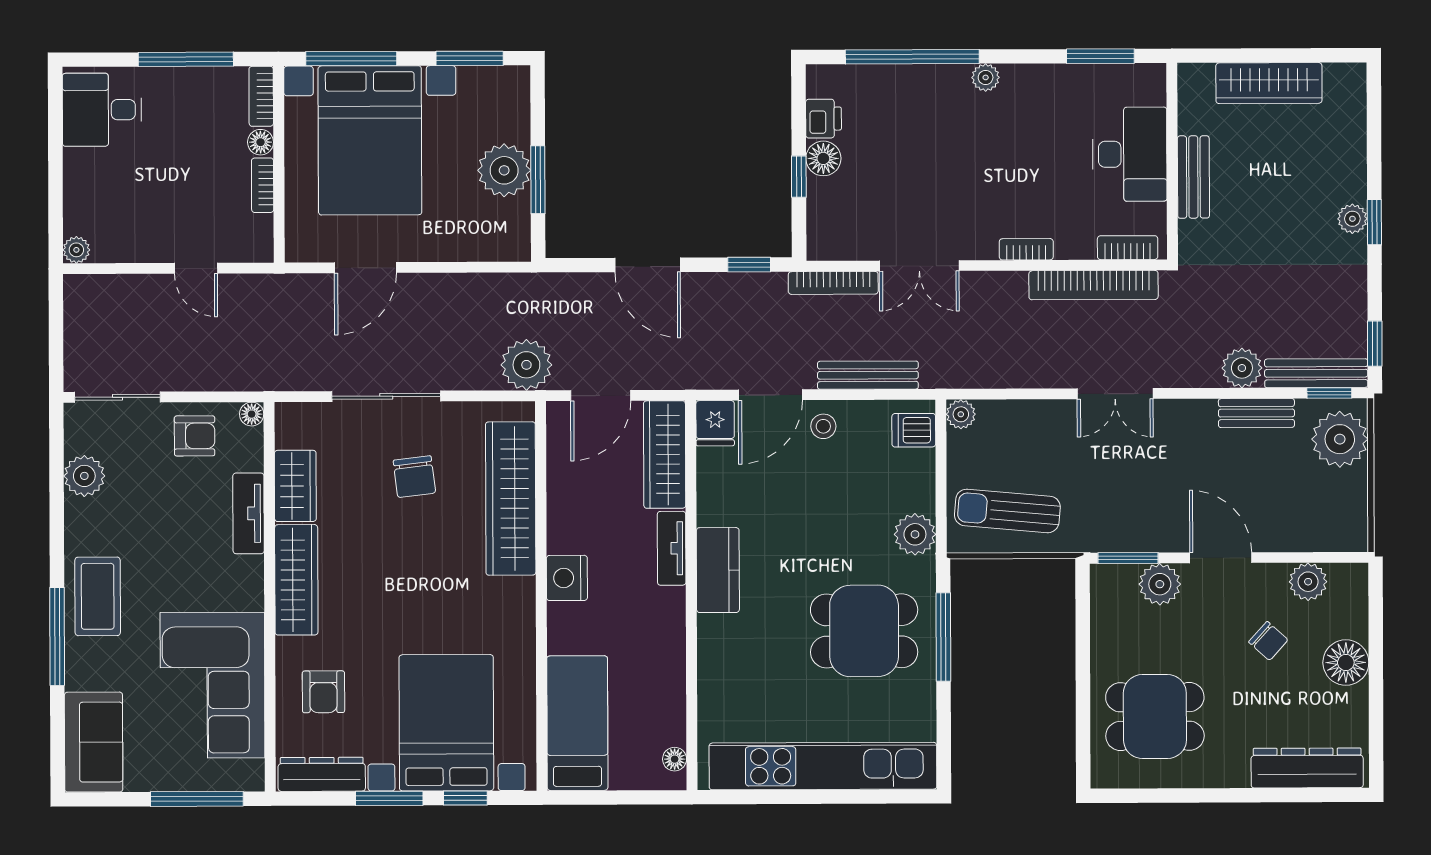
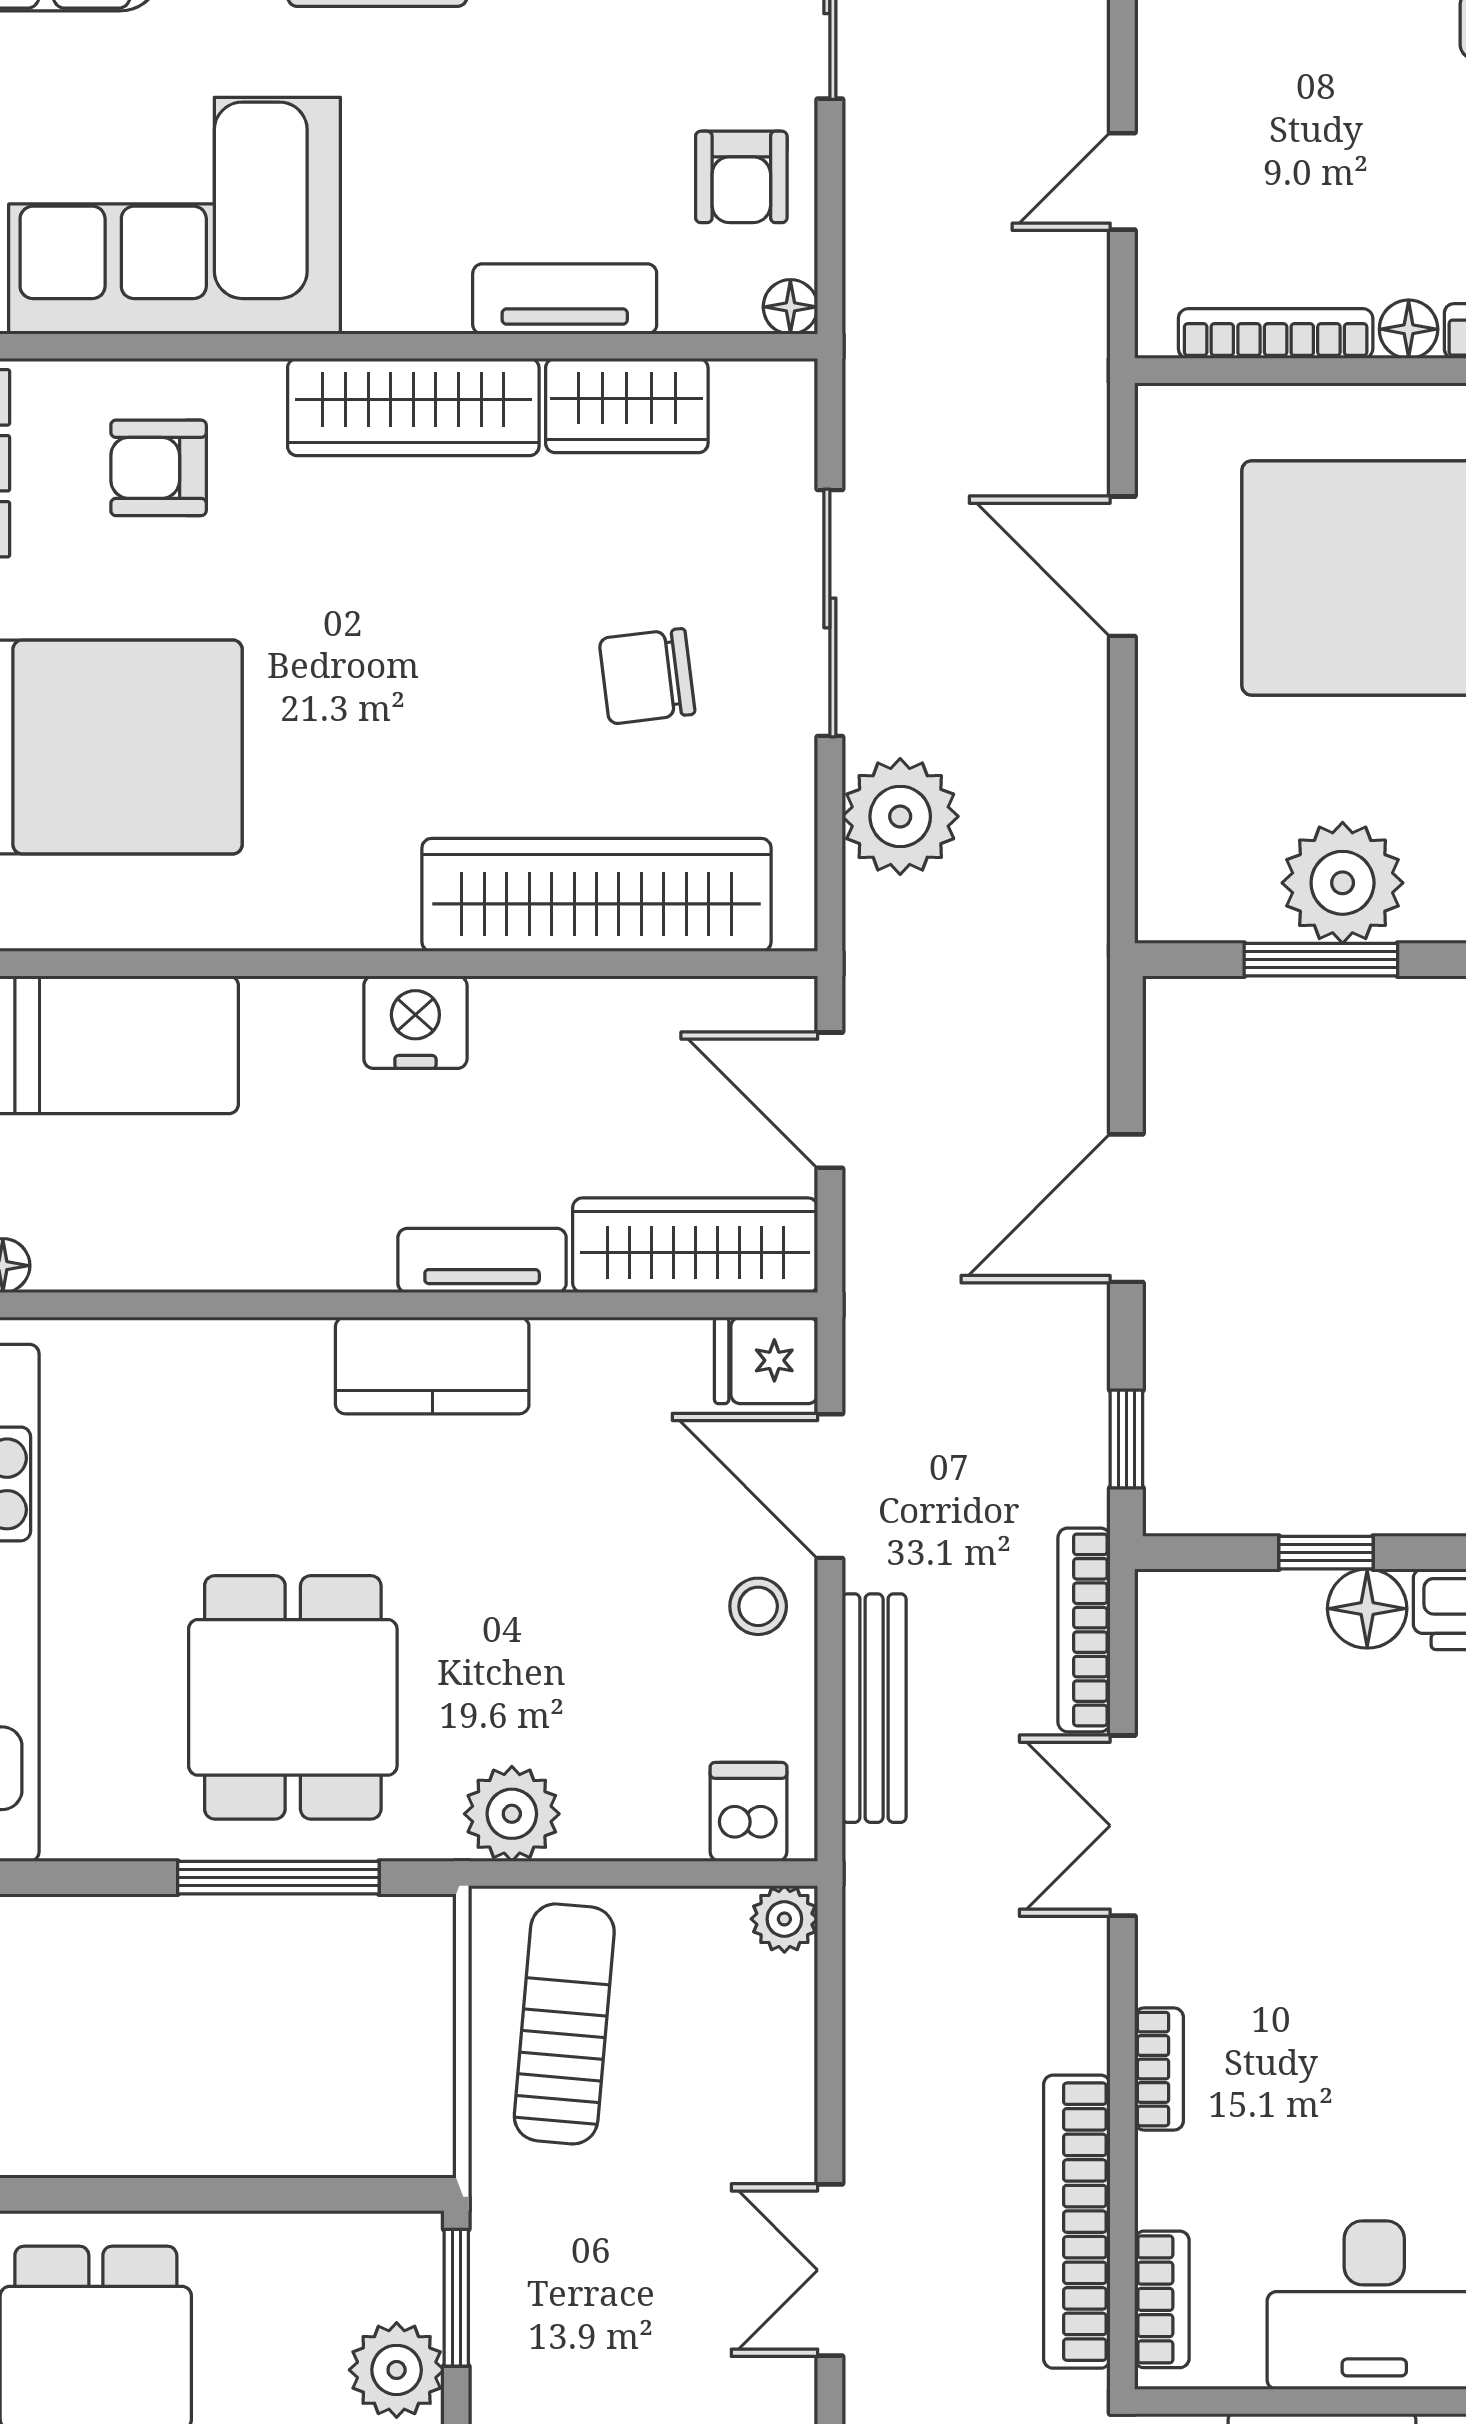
bookcase: (263, 185) -> (1276, 334), width x1.56
plant: (526, 365) -> (900, 816), moved

